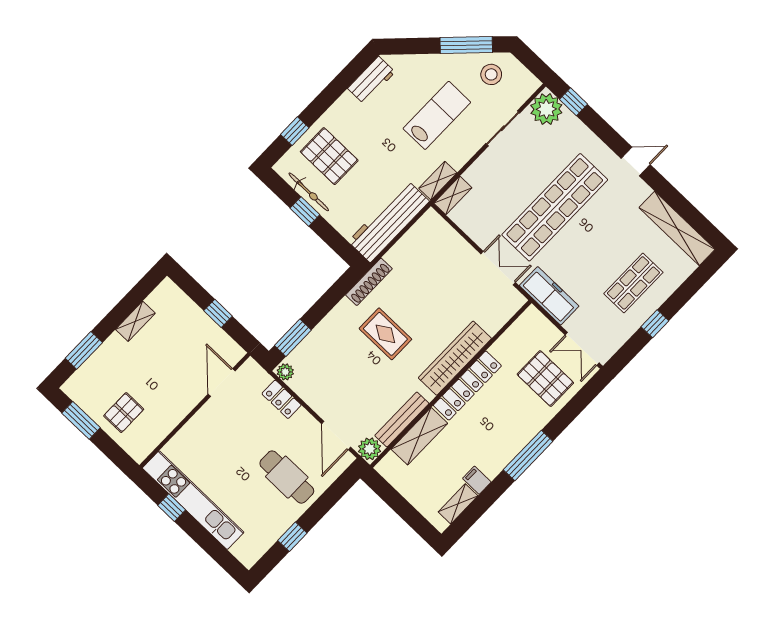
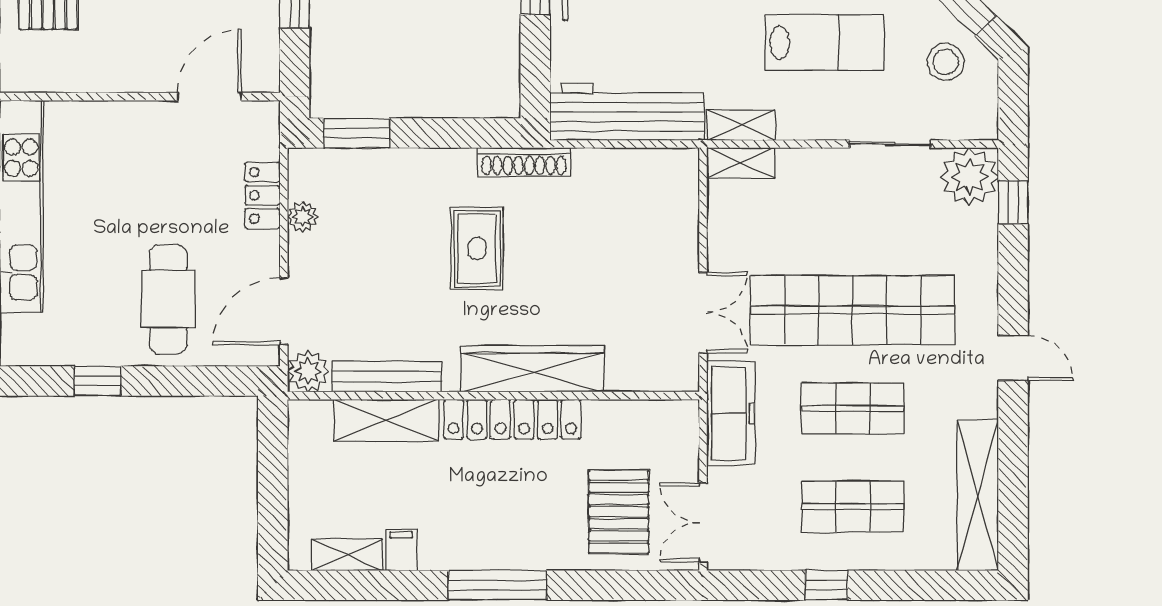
shop shelf: (594, 245) -> (853, 408), added
plant: (285, 372) -> (303, 217), moved

